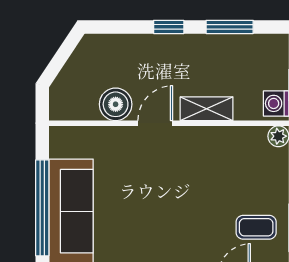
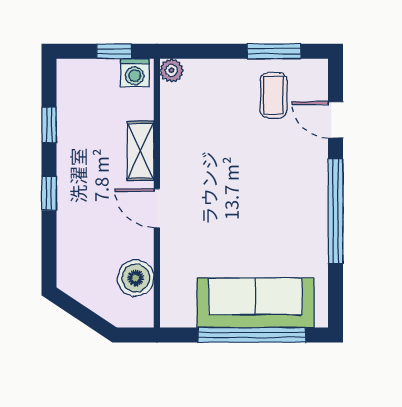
window: (230, 27) -> (49, 125), width x0.67
boiler: (116, 104) -> (136, 278), moved

